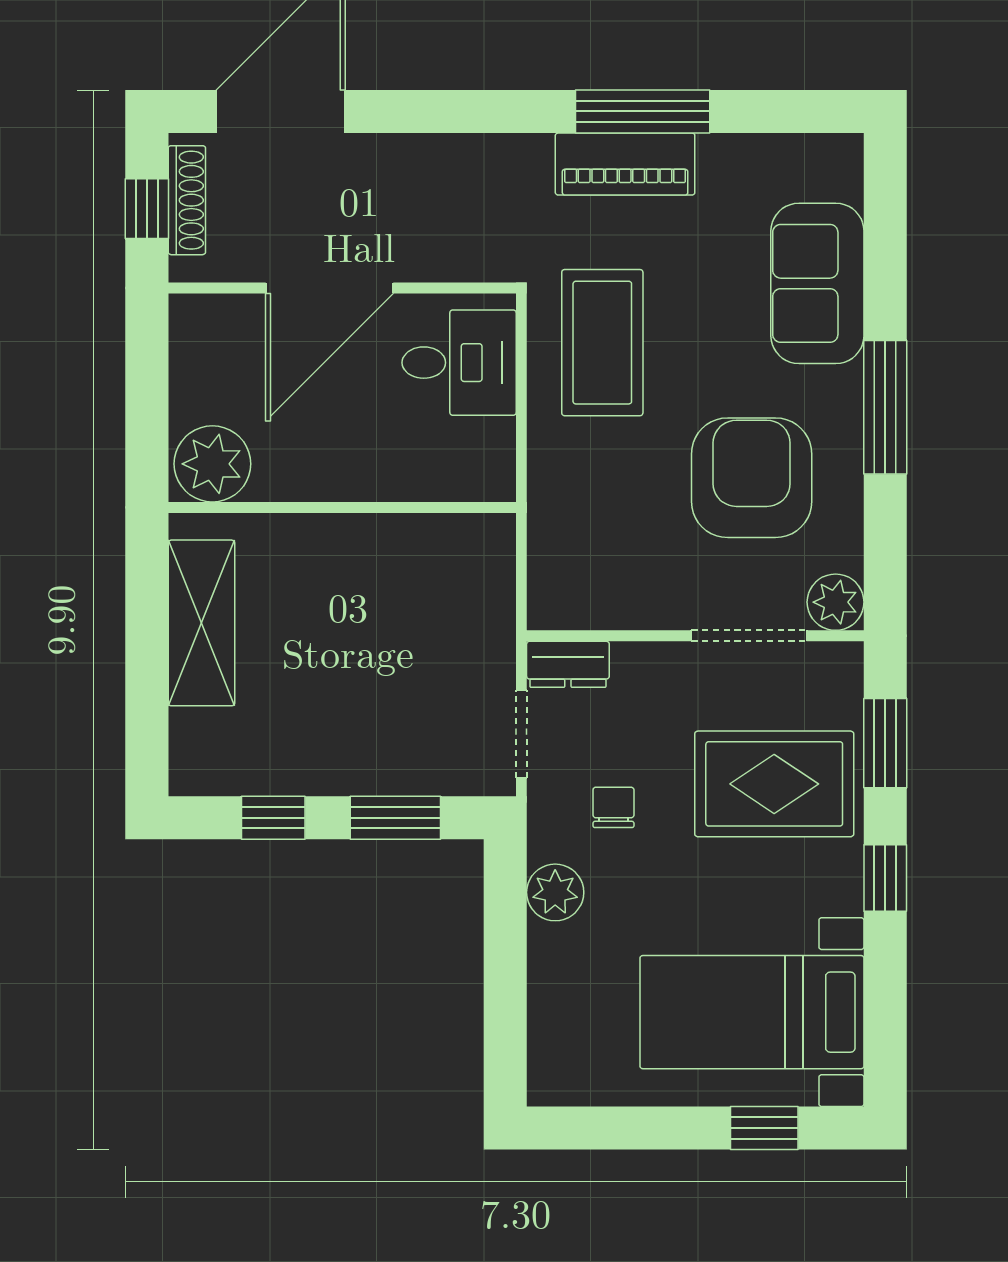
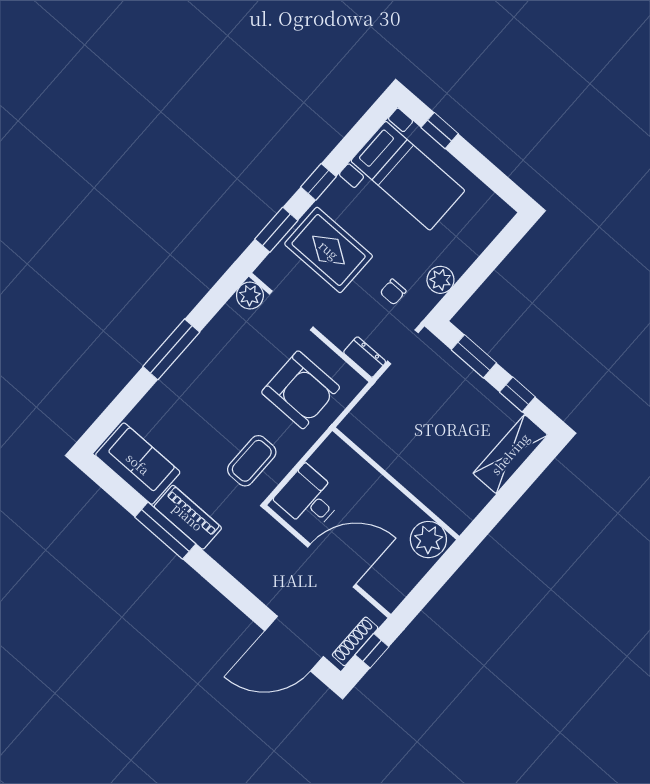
sofa: (817, 283) -> (138, 464), moved, turned -90
coffee table: (602, 343) -> (252, 461), width x0.73, depth x0.76
armchair: (752, 478) -> (301, 390), moved, turned -90
shelving: (201, 623) -> (510, 454), moved

